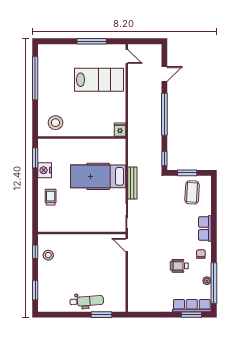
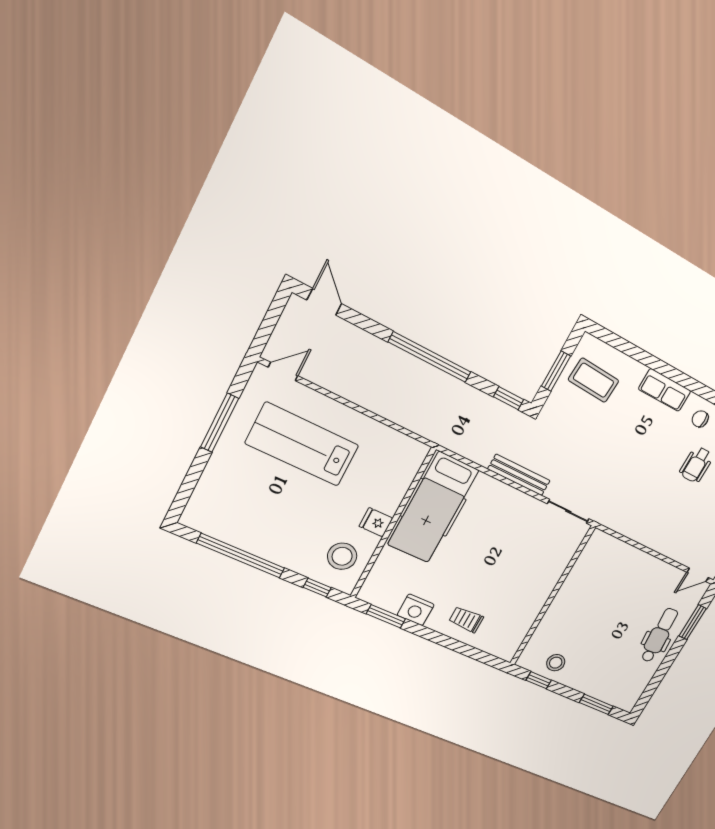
door: (164, 74) -> (324, 302), moved
lab bench: (99, 80) -> (302, 444), turned -90
window: (35, 119) -> (317, 588), added
fridge: (120, 130) -> (376, 522), moved
hospital bed: (98, 176) -> (433, 507), moved
door: (127, 245) -> (698, 575), moved

